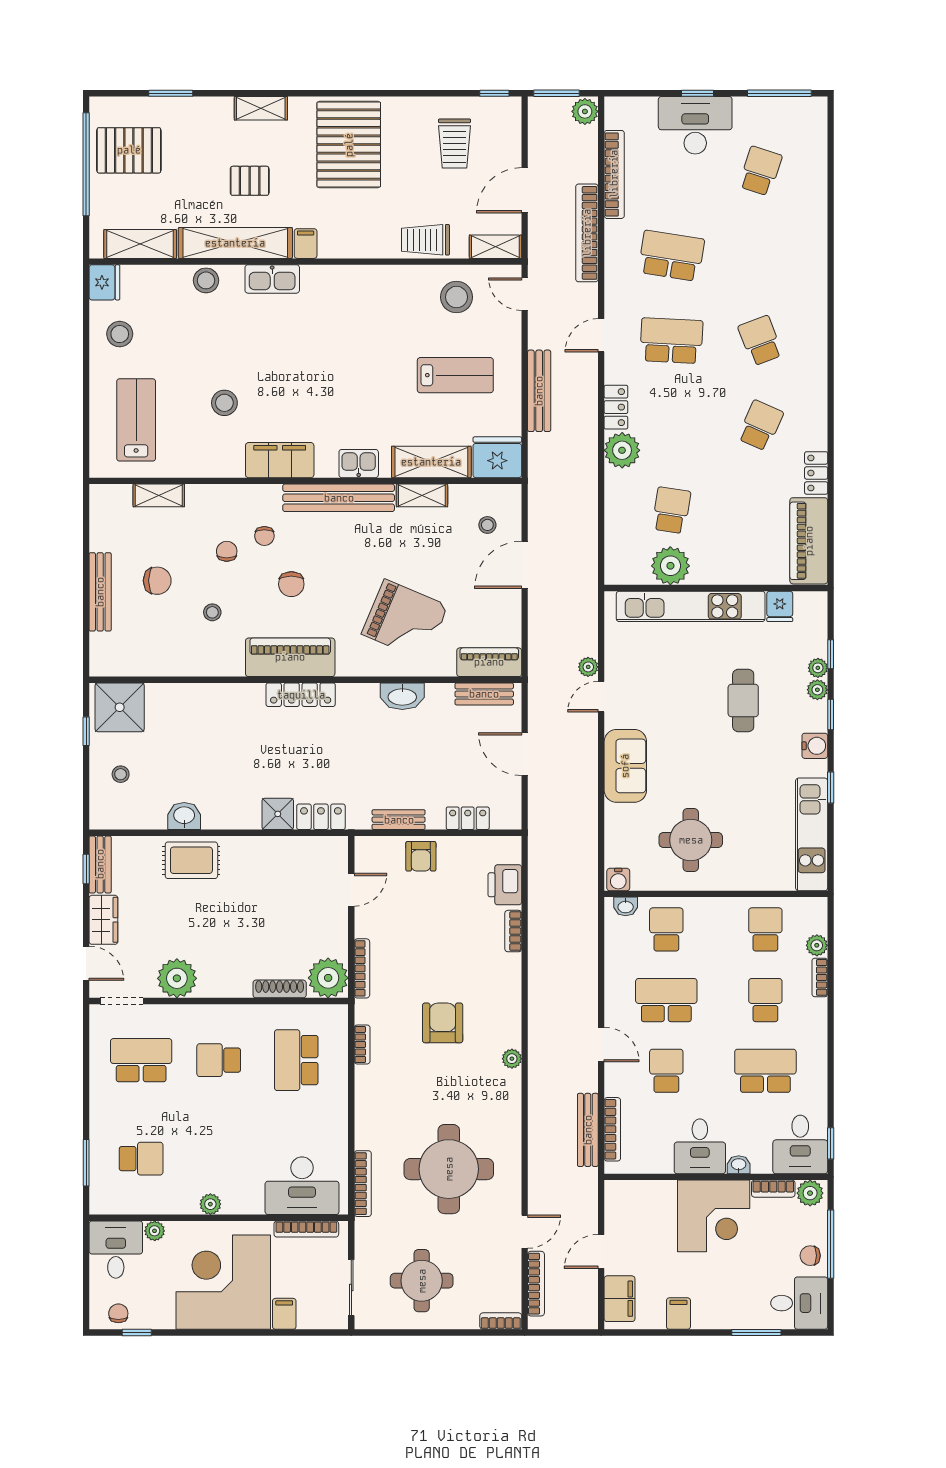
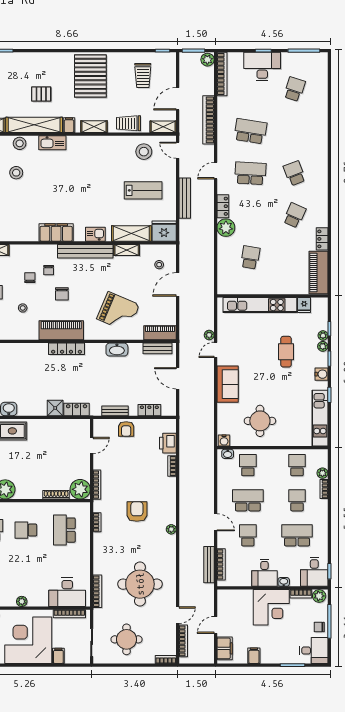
shelving: (261, 108) -> (94, 127), moved
bookcase: (614, 174) -> (222, 74), moved
stool: (224, 403) -> (16, 173), moved
plant: (670, 566) -> (250, 285), removed

